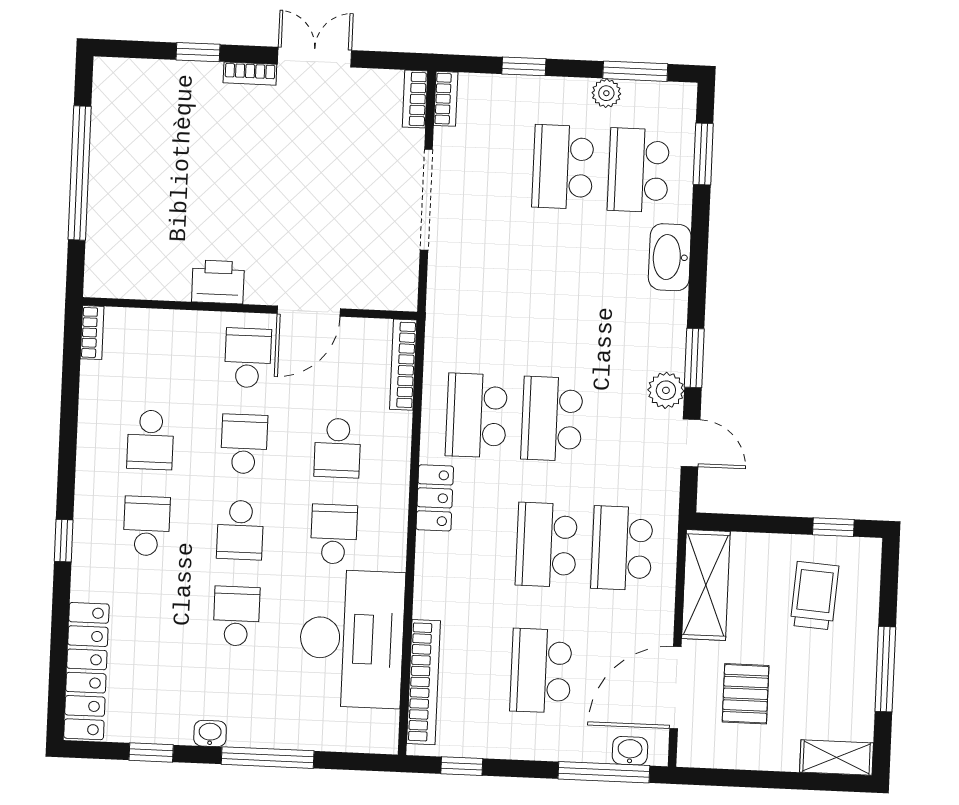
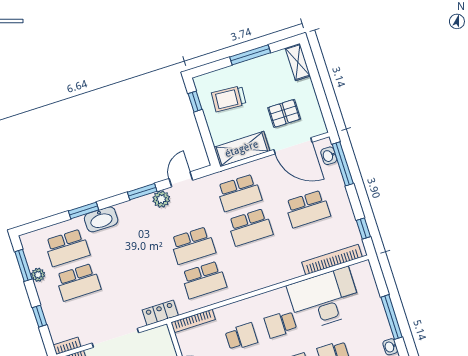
window: (703, 154) -> (84, 210), moved
locker: (435, 498) -> (160, 313), moved

